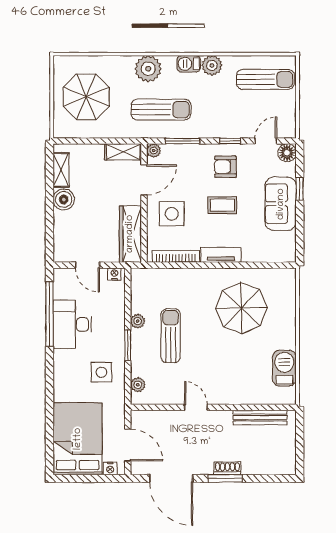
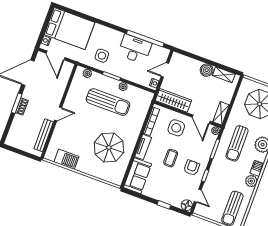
sofa: (281, 204) -> (138, 176), moved, turned 90
sun lounger: (171, 336) -> (108, 102), width x1.36, depth x1.34
door: (196, 407) -> (58, 114), moved
door: (128, 445) -> (56, 55), hinge flipped

